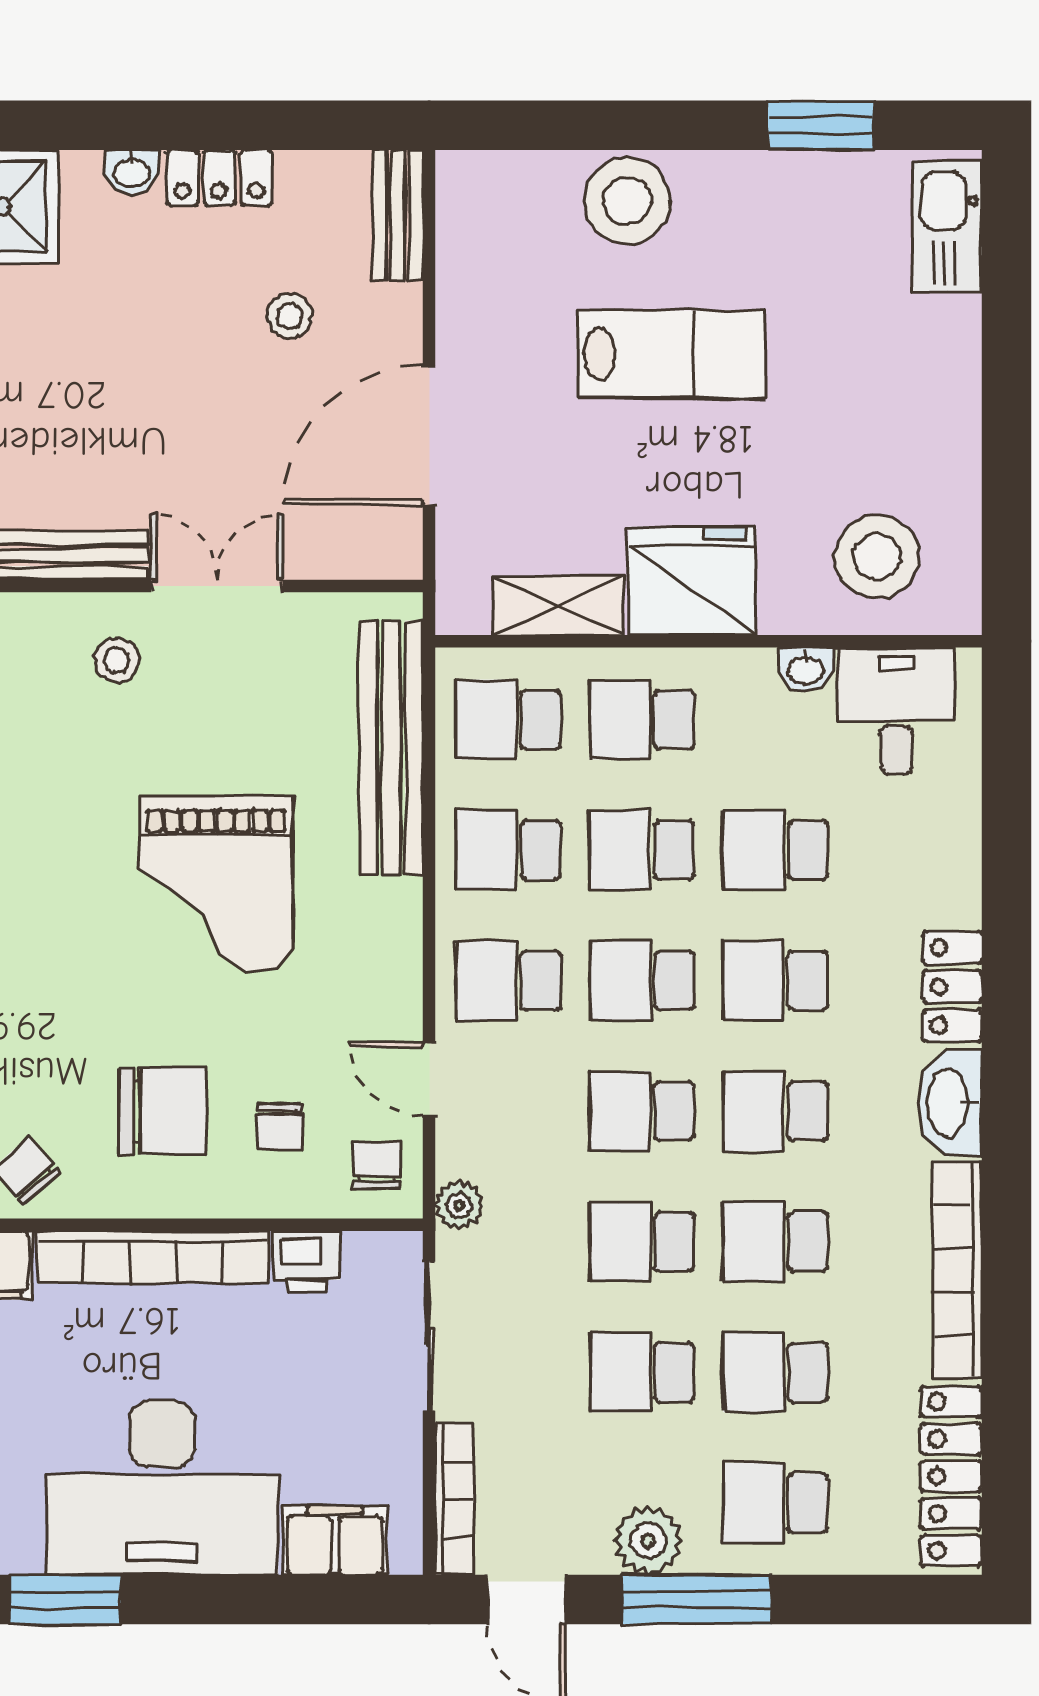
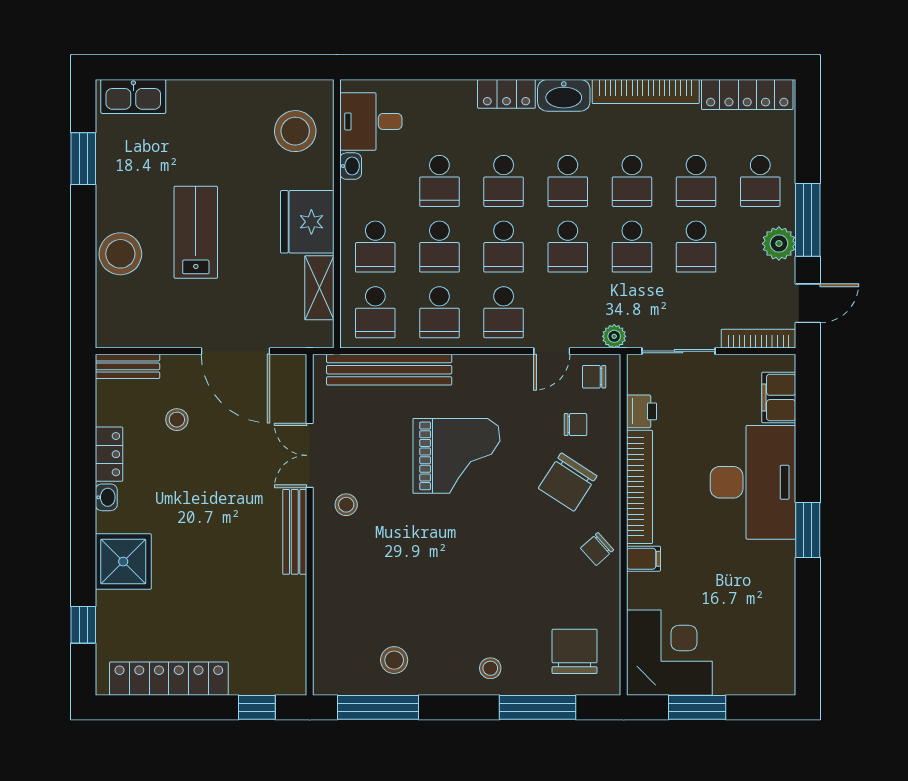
chair: (163, 1111) -> (568, 482), turned -147

